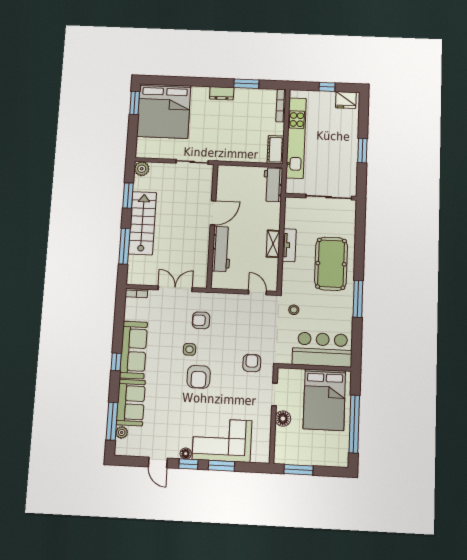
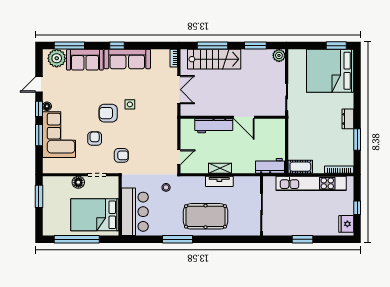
stairs: (142, 223) -> (214, 59), moved
armchair: (201, 320) -> (95, 139), moved
plant: (122, 432) -> (57, 58), width x1.87, depth x1.87

